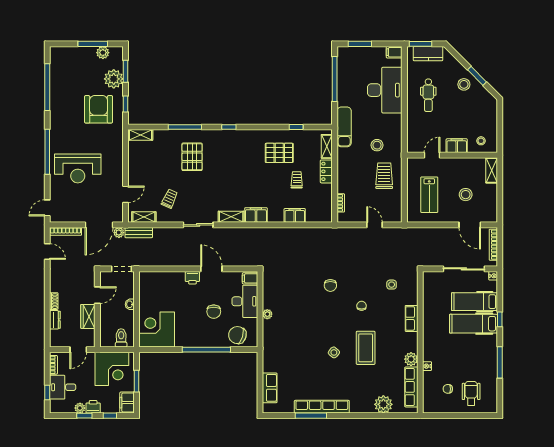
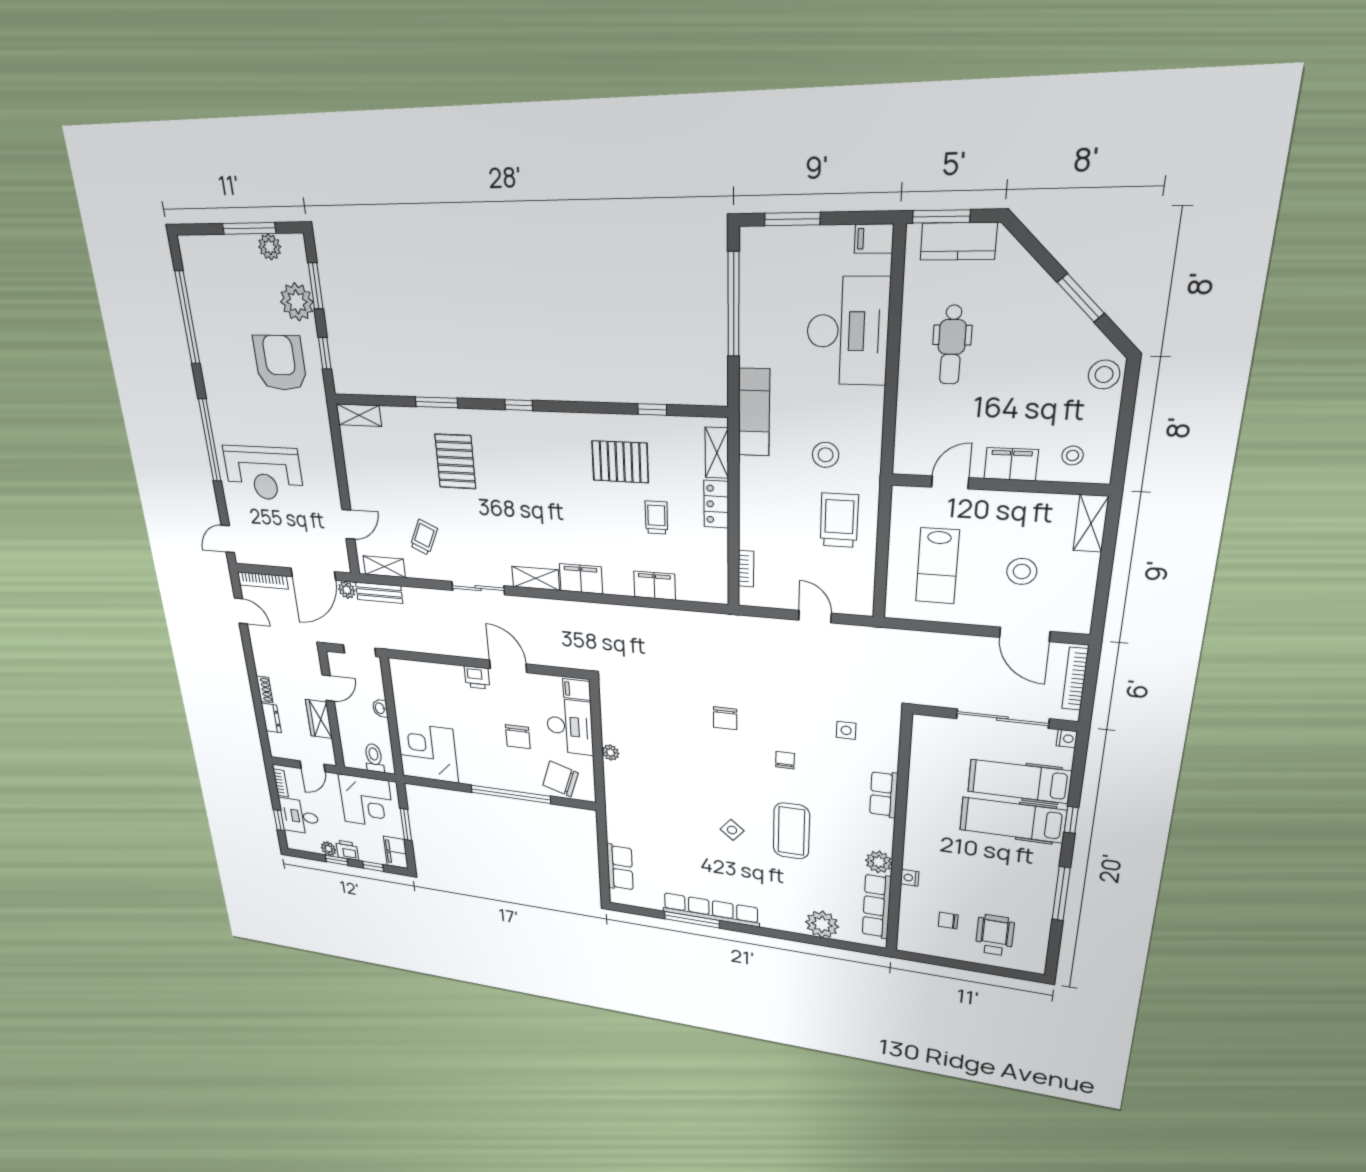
stool: (464, 84) -> (1104, 375), moved
window: (185, 127) -> (436, 402), width x0.69

